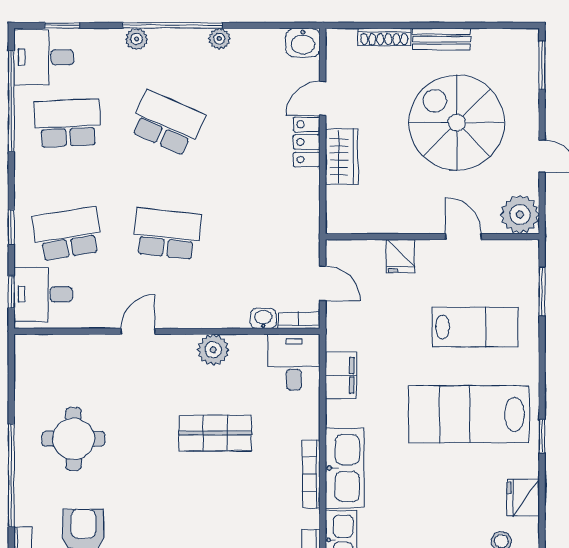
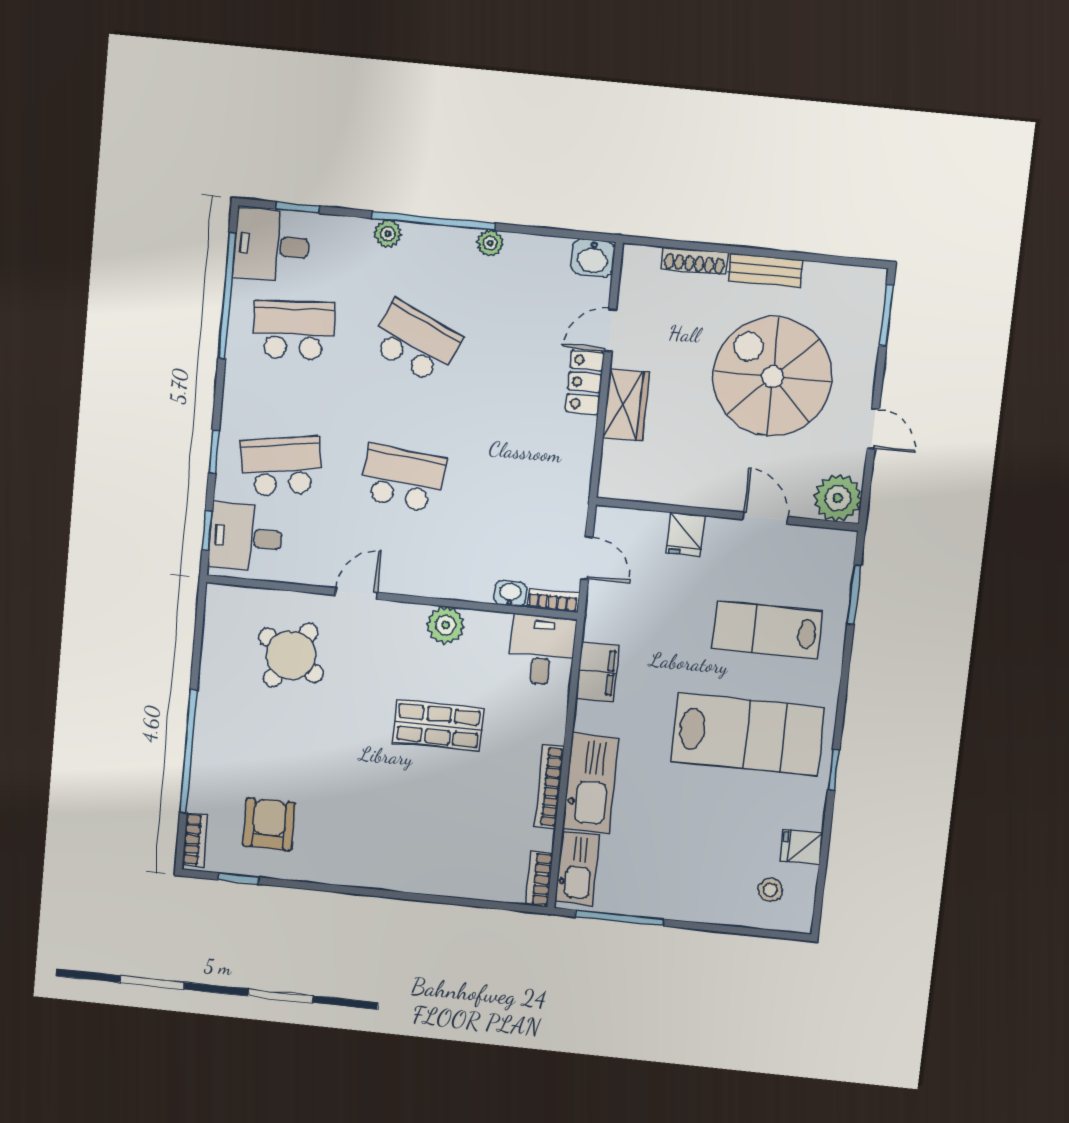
lab bench: (475, 327) -> (767, 630), turned 180
lab bench: (469, 414) -> (748, 734), turned 180
round table: (73, 439) -> (291, 655), moved, turned 33
fridge: (523, 498) -> (802, 847), width x0.72

